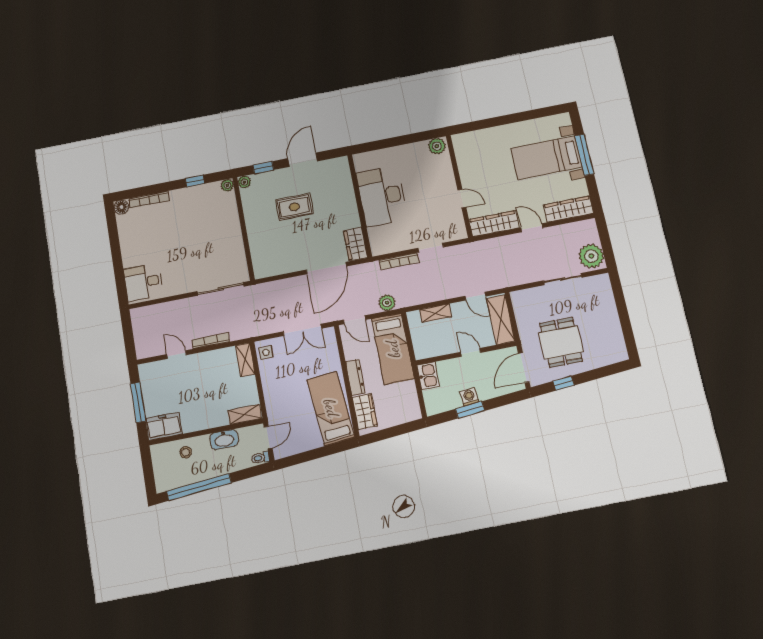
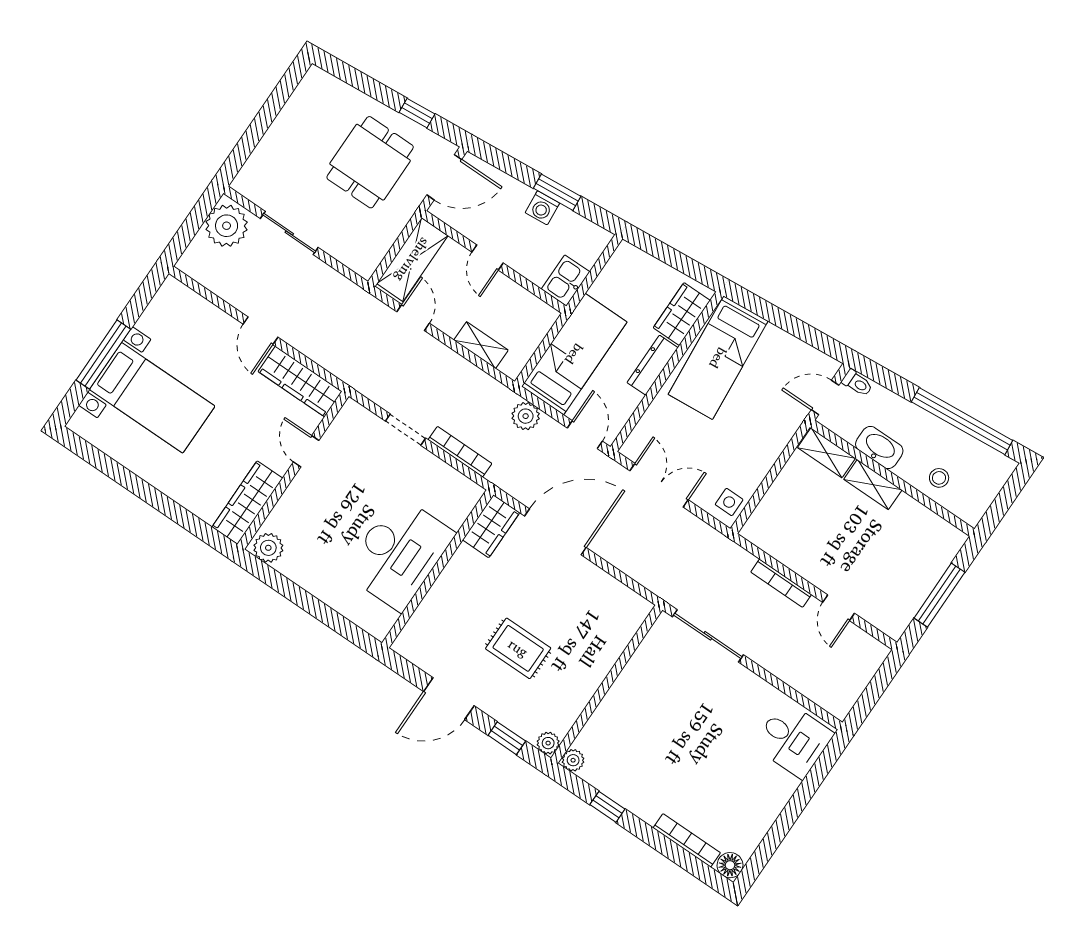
wardrobe: (568, 209) -> (247, 503), moved, turned 90
shelving: (245, 360) -> (873, 485), moved, turned 90
freezer: (164, 426) -> (936, 535), removed

